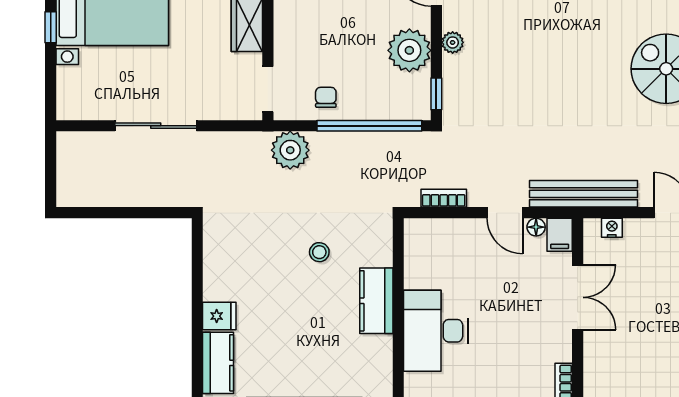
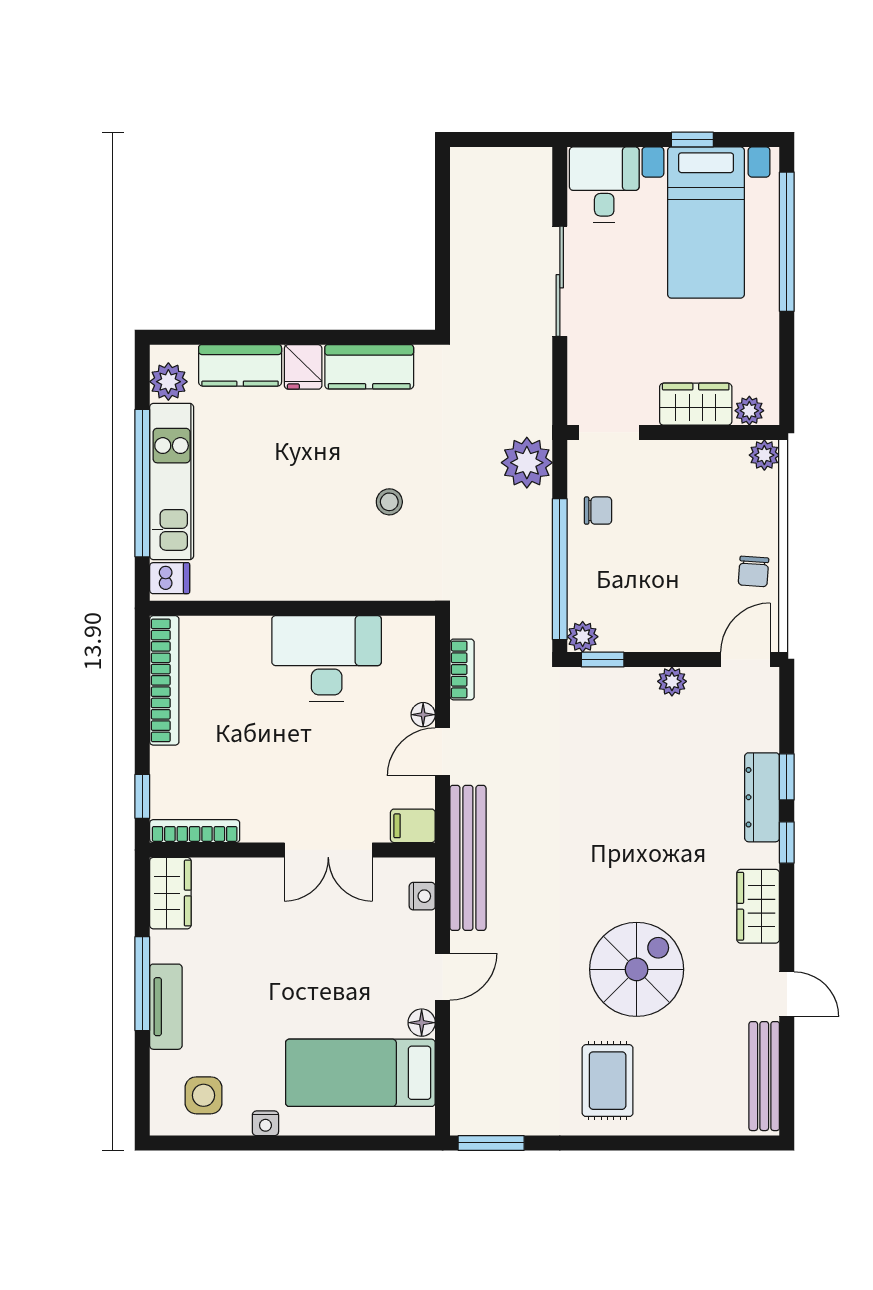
plant: (409, 50) -> (583, 637), moved, width x0.53, depth x0.53
desk: (84, 93) -> (604, 184), added
floor lamp: (536, 227) -> (423, 715), moved
kitchen counter: (376, 301) -> (369, 367), moved, turned 180
desk: (436, 331) -> (327, 659), moved

